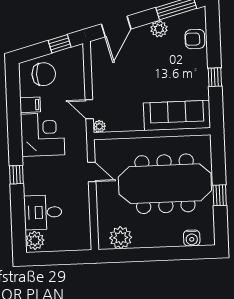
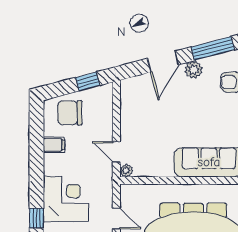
door: (116, 26) -> (163, 62), moved
chair: (44, 74) -> (70, 113), turned 180
corner desk: (43, 134) -> (66, 199), moved

